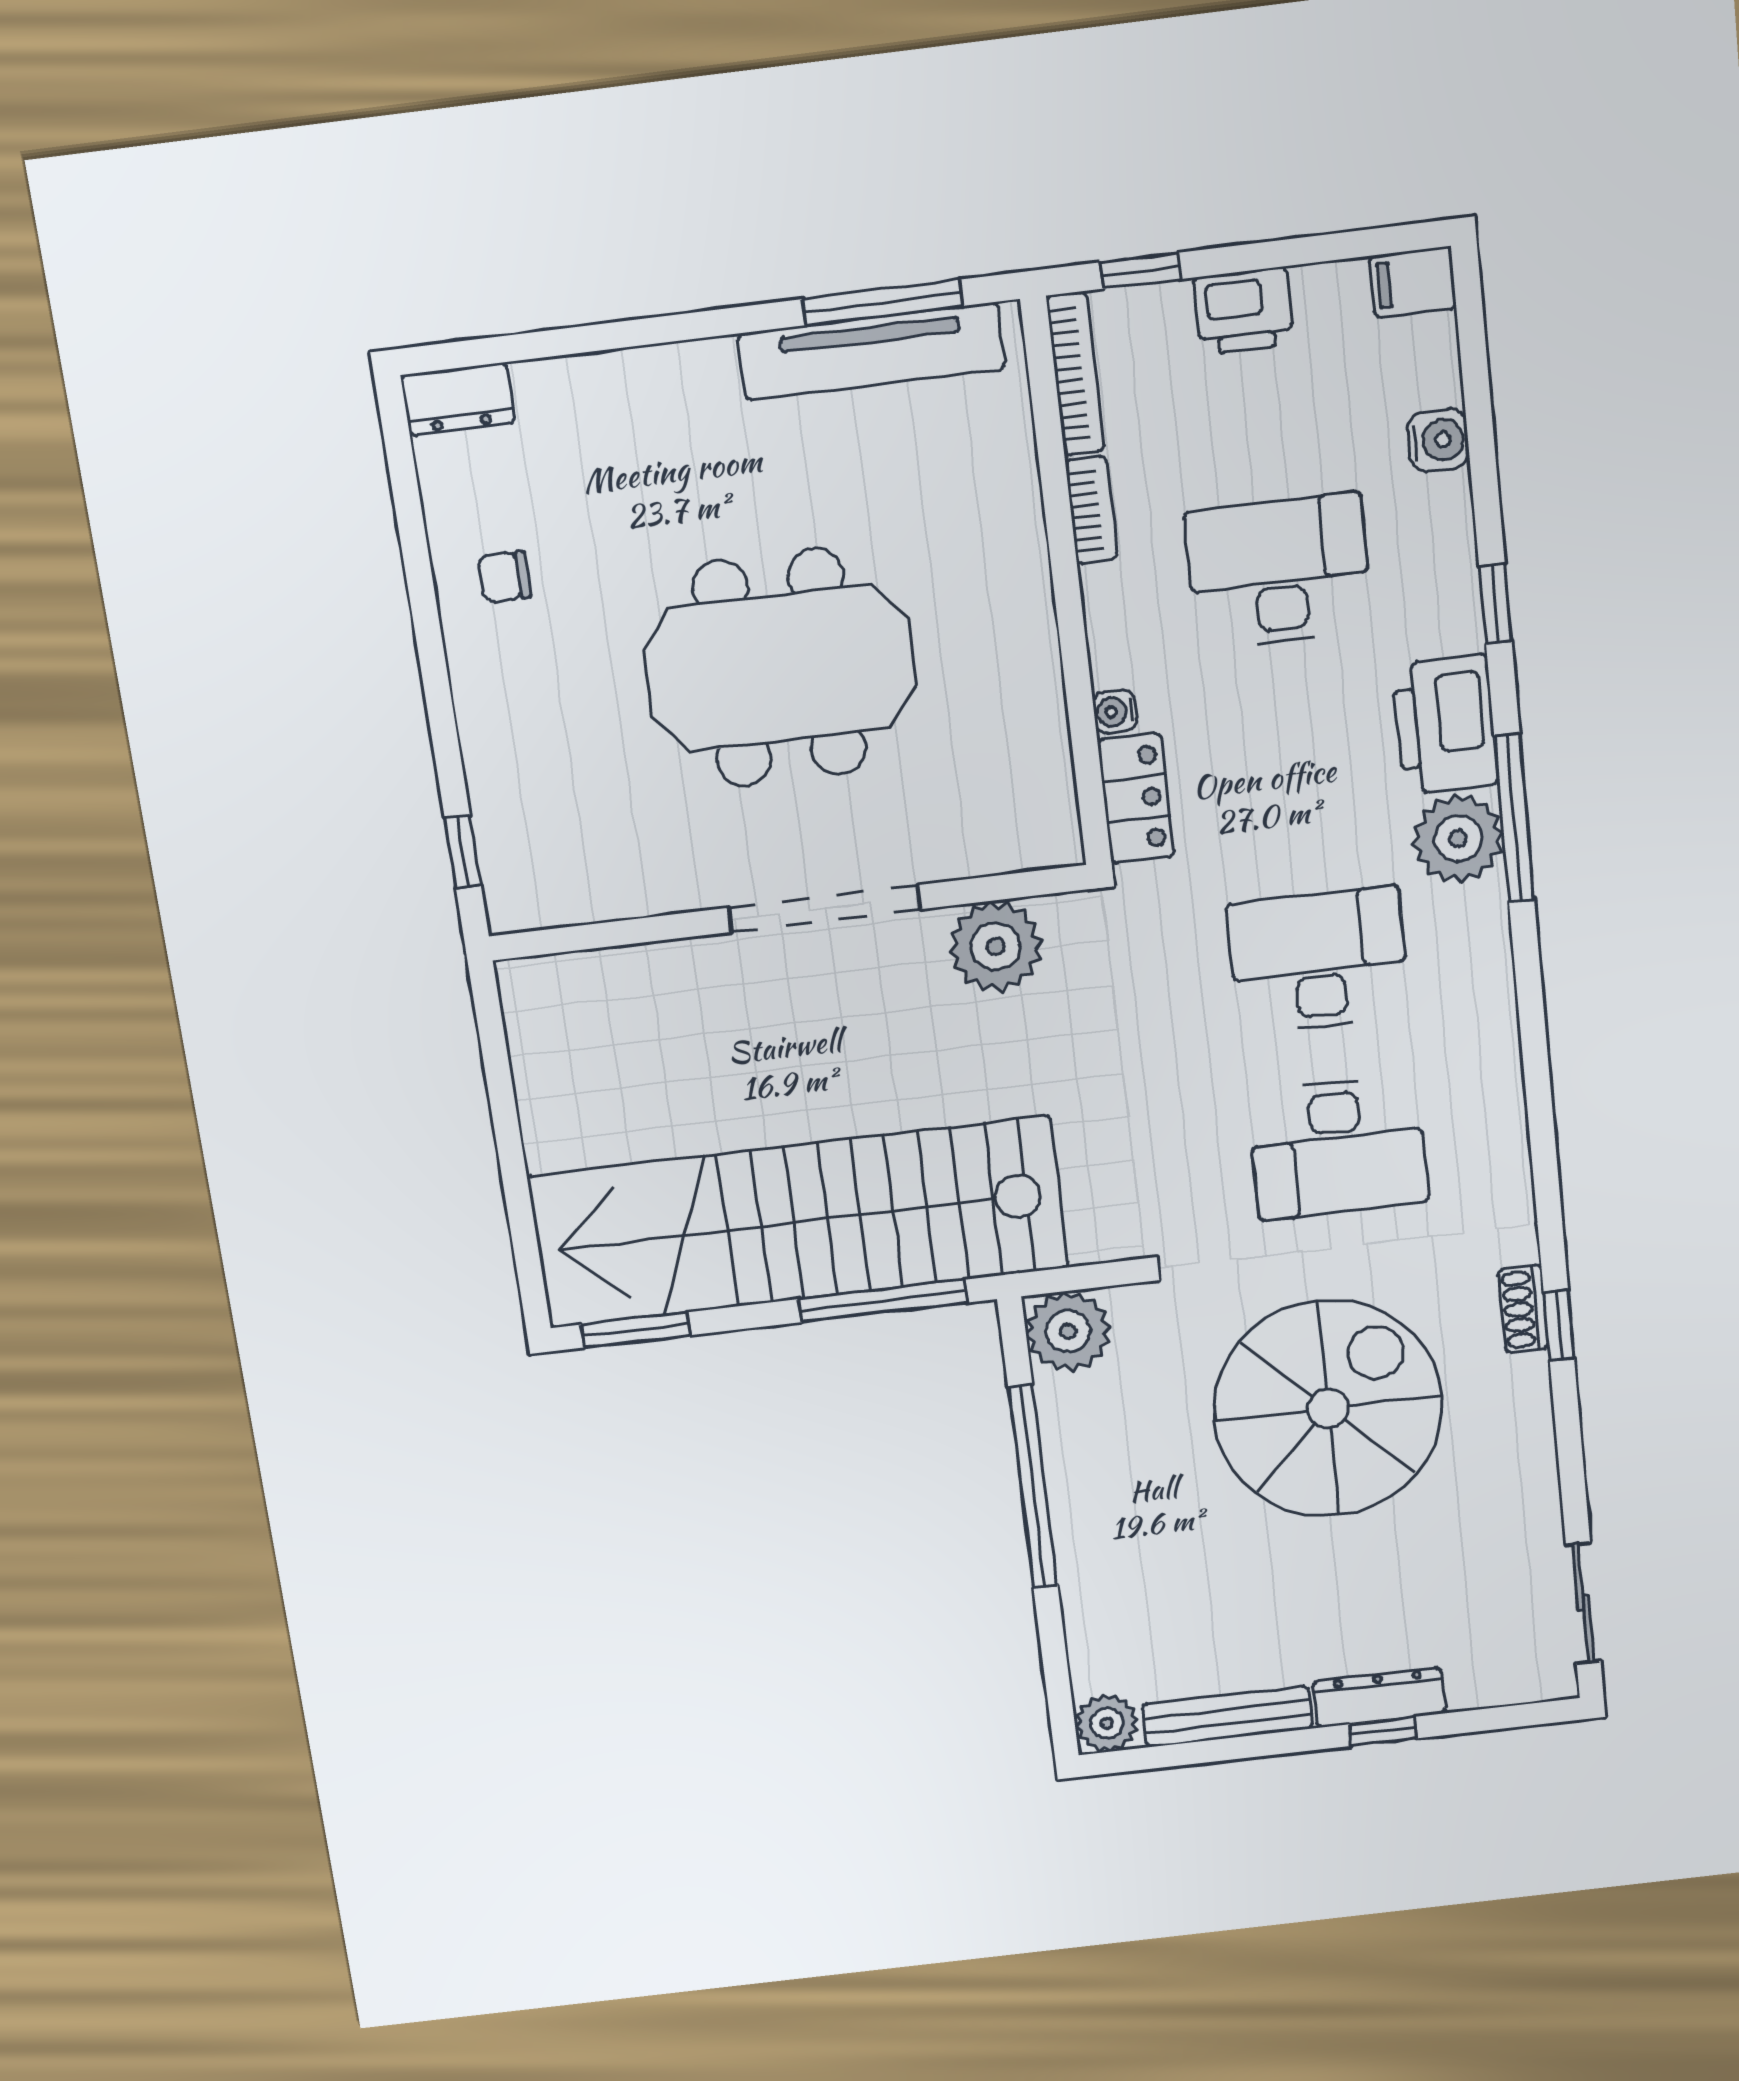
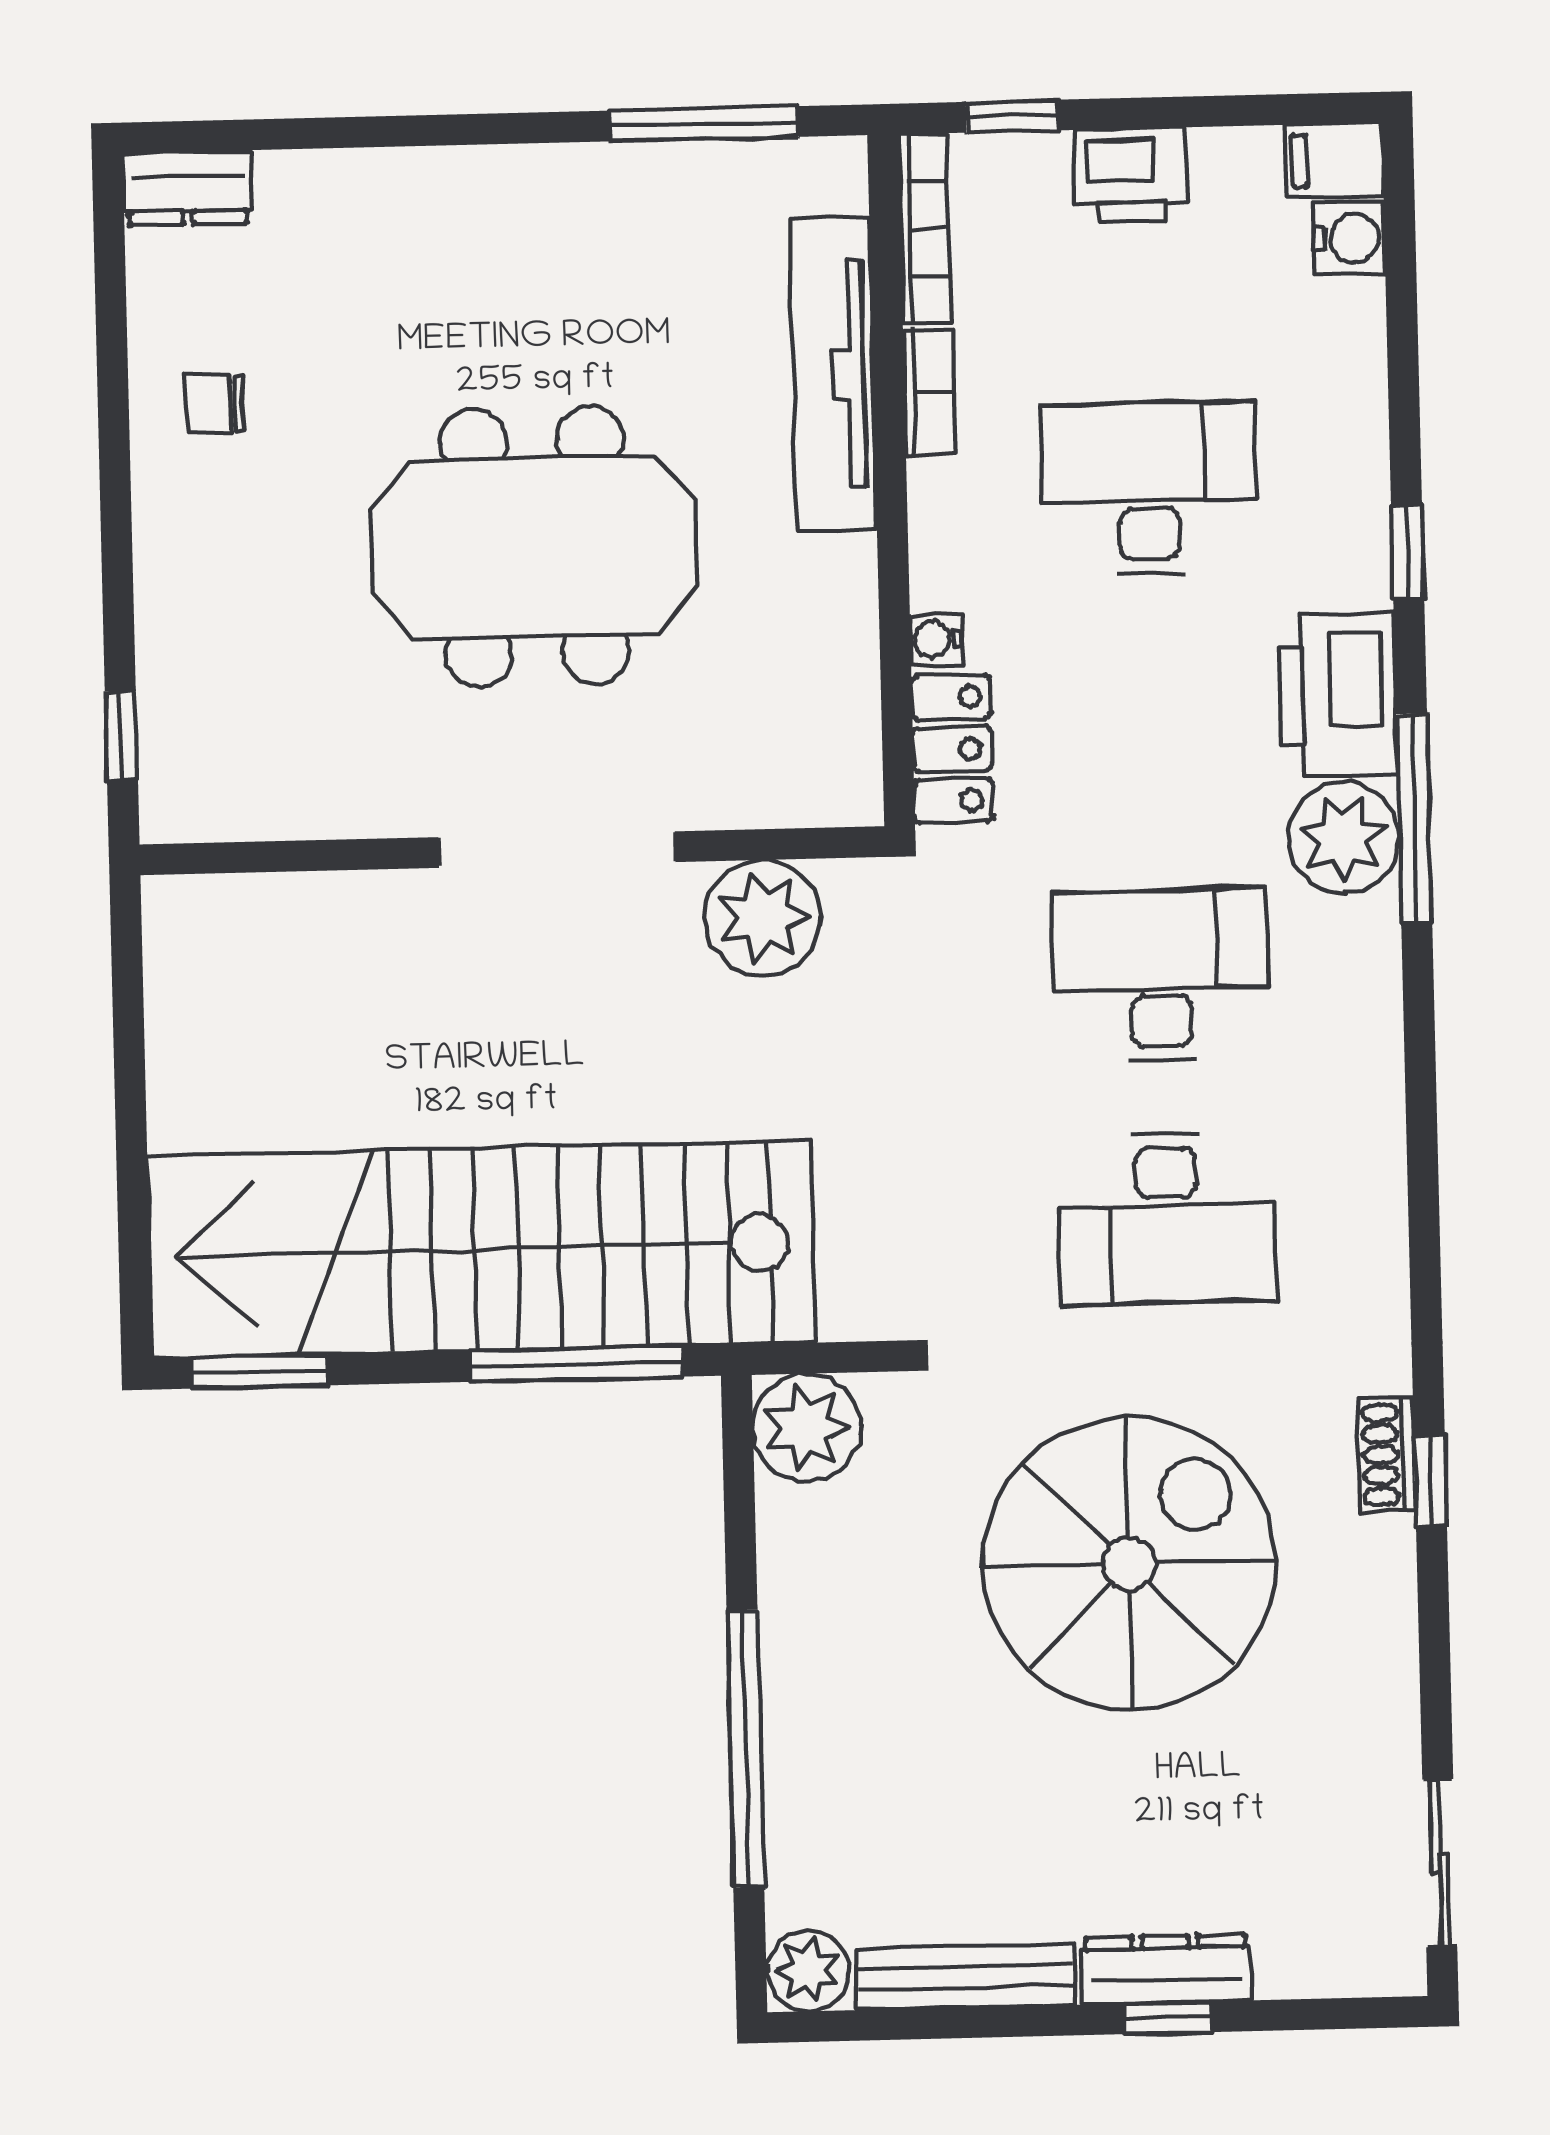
tv unit: (872, 351) -> (833, 375), moved, turned 90
water cooler: (1438, 440) -> (1349, 238), moved
window: (1033, 1487) -> (745, 1749), moved

